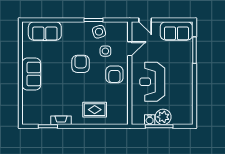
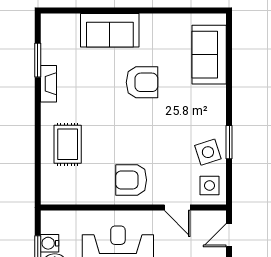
side table: (105, 51) -> (210, 186), moved
armchair: (81, 64) -> (142, 82), moved
sofa: (31, 74) -> (110, 30), moved

